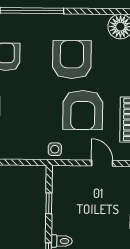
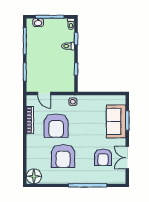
armchair: (83, 110) -> (56, 126), turned 180

